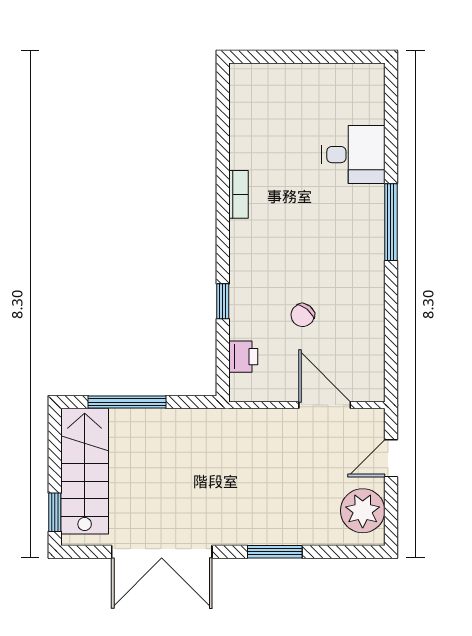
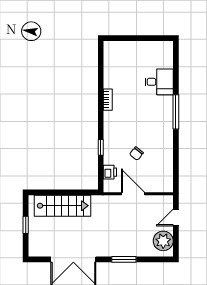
window: (127, 402) -> (58, 192), removed
door: (325, 405) -> (133, 194), moved
stairs: (85, 471) -> (63, 206), moved, turned 90
window: (55, 512) -> (26, 225), moved

